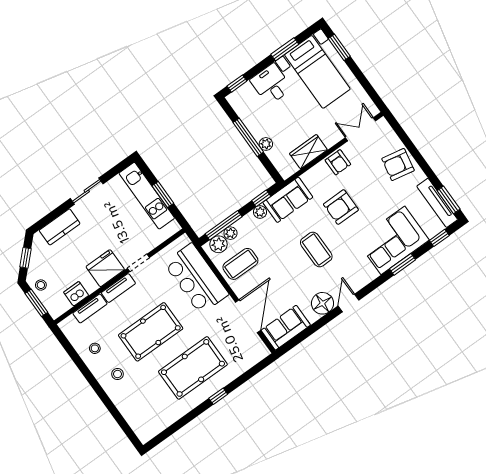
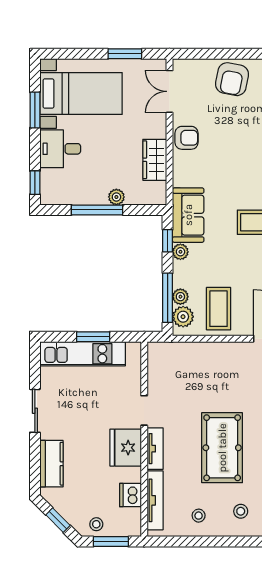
window: (339, 47) -> (125, 54), moved
armchair: (341, 207) -> (234, 167), removed
bar counter: (196, 279) -> (202, 364), removed
tv unit: (90, 308) -> (155, 500), width x1.41

